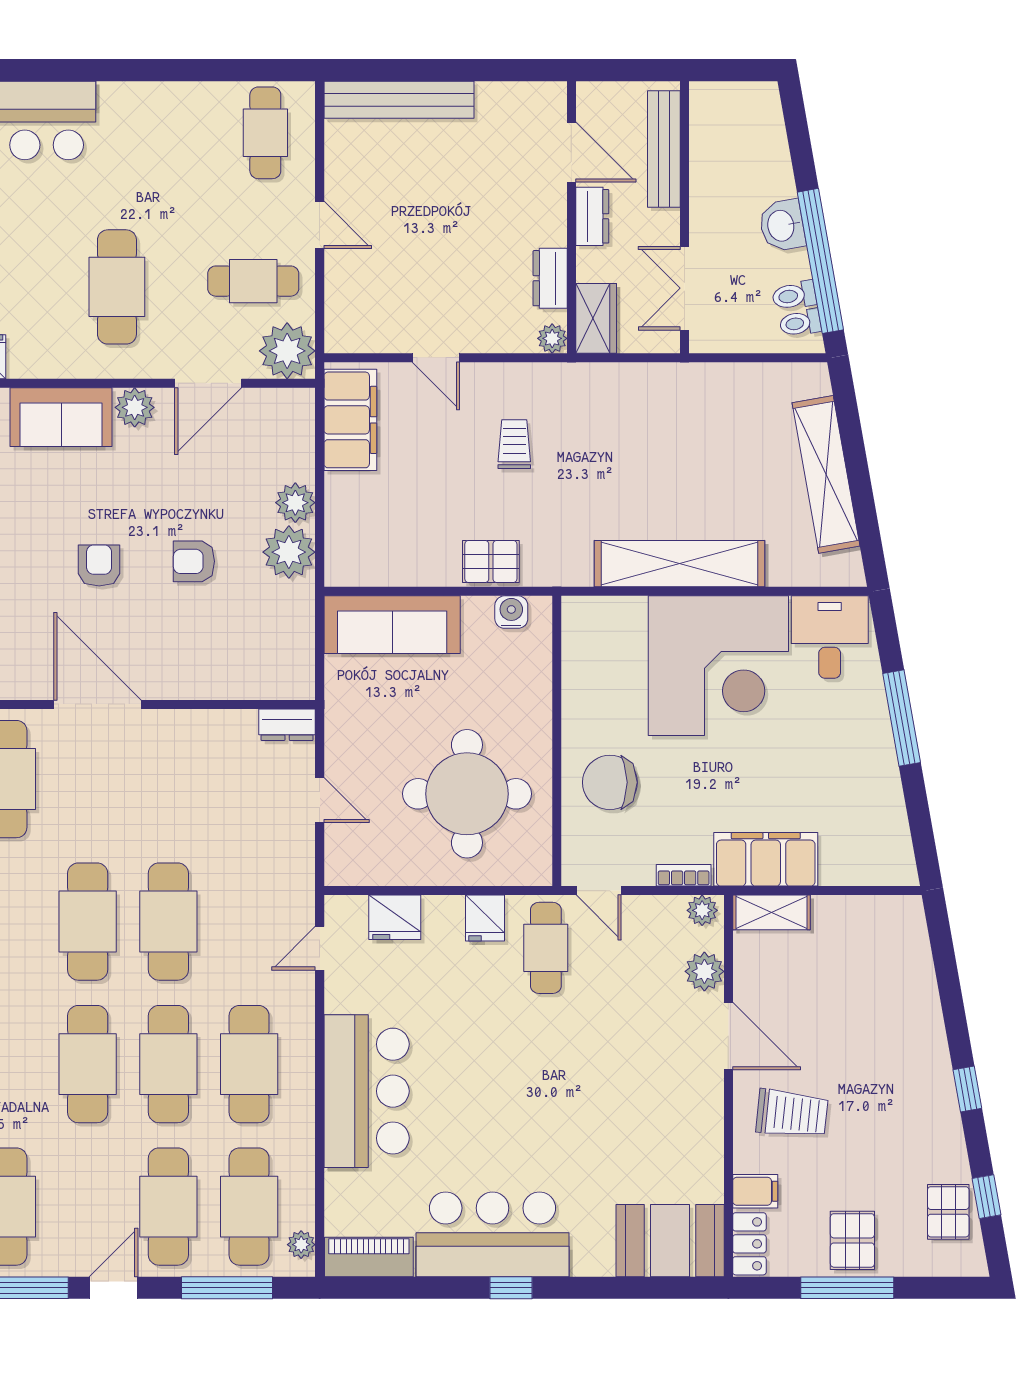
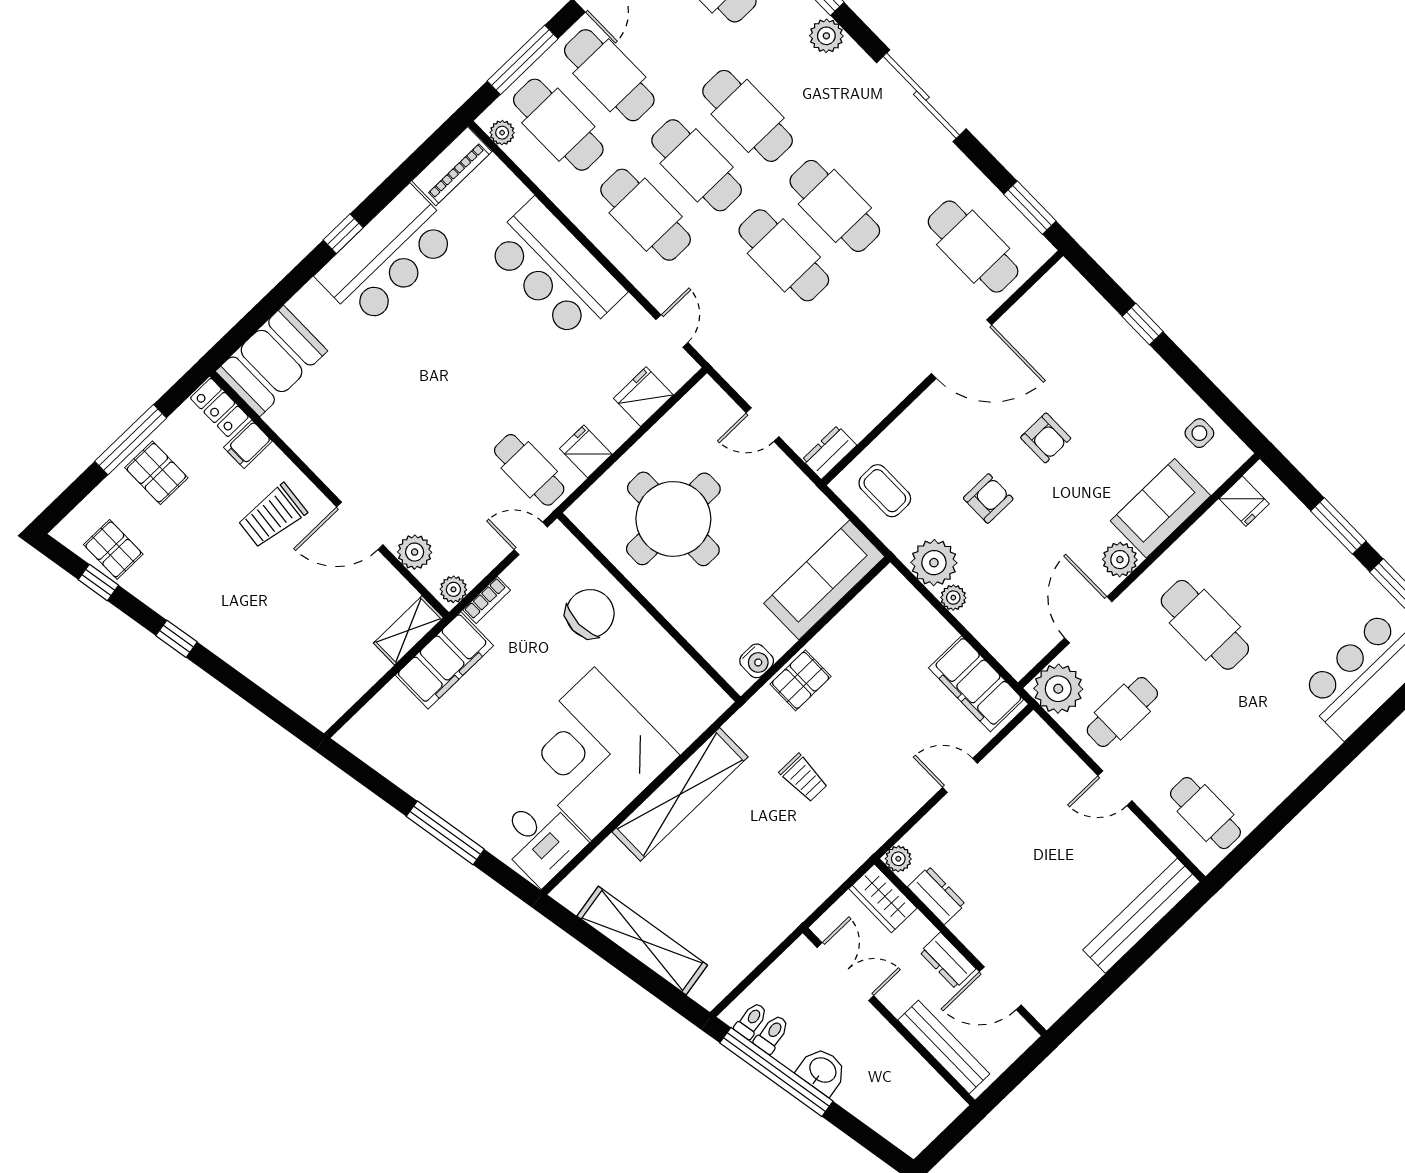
trolley: (514, 444) -> (804, 778), moved
plant: (295, 503) -> (953, 598), width x0.73, depth x0.73
coffee table: (272, 650) -> (885, 491), added

